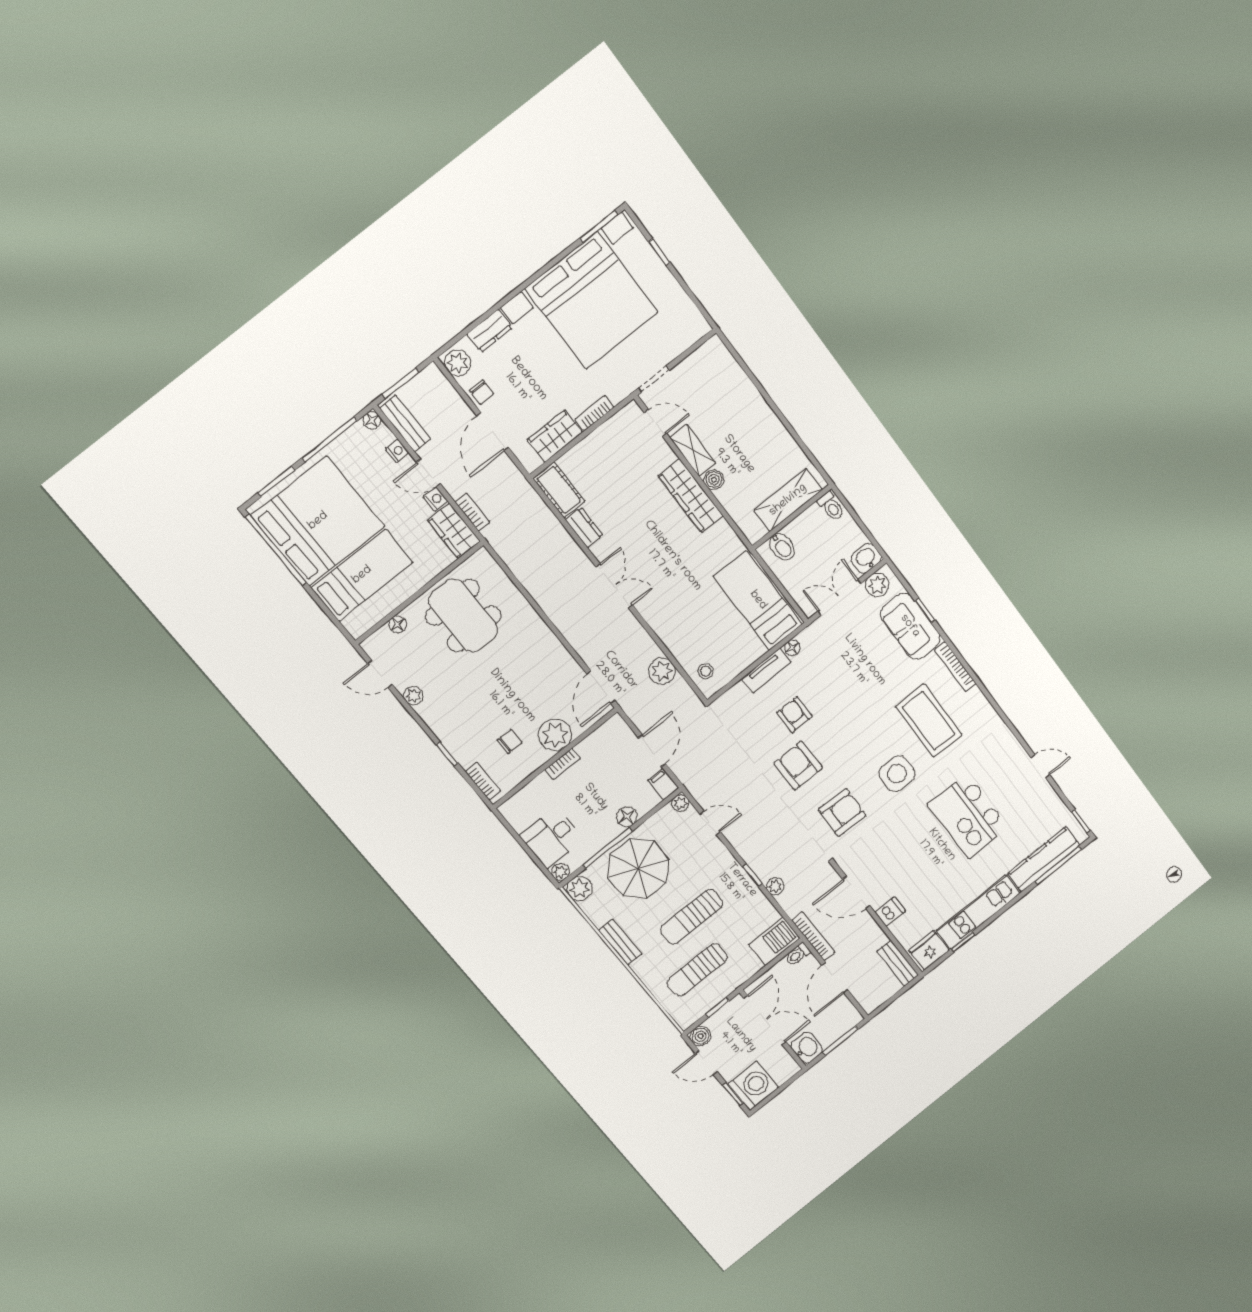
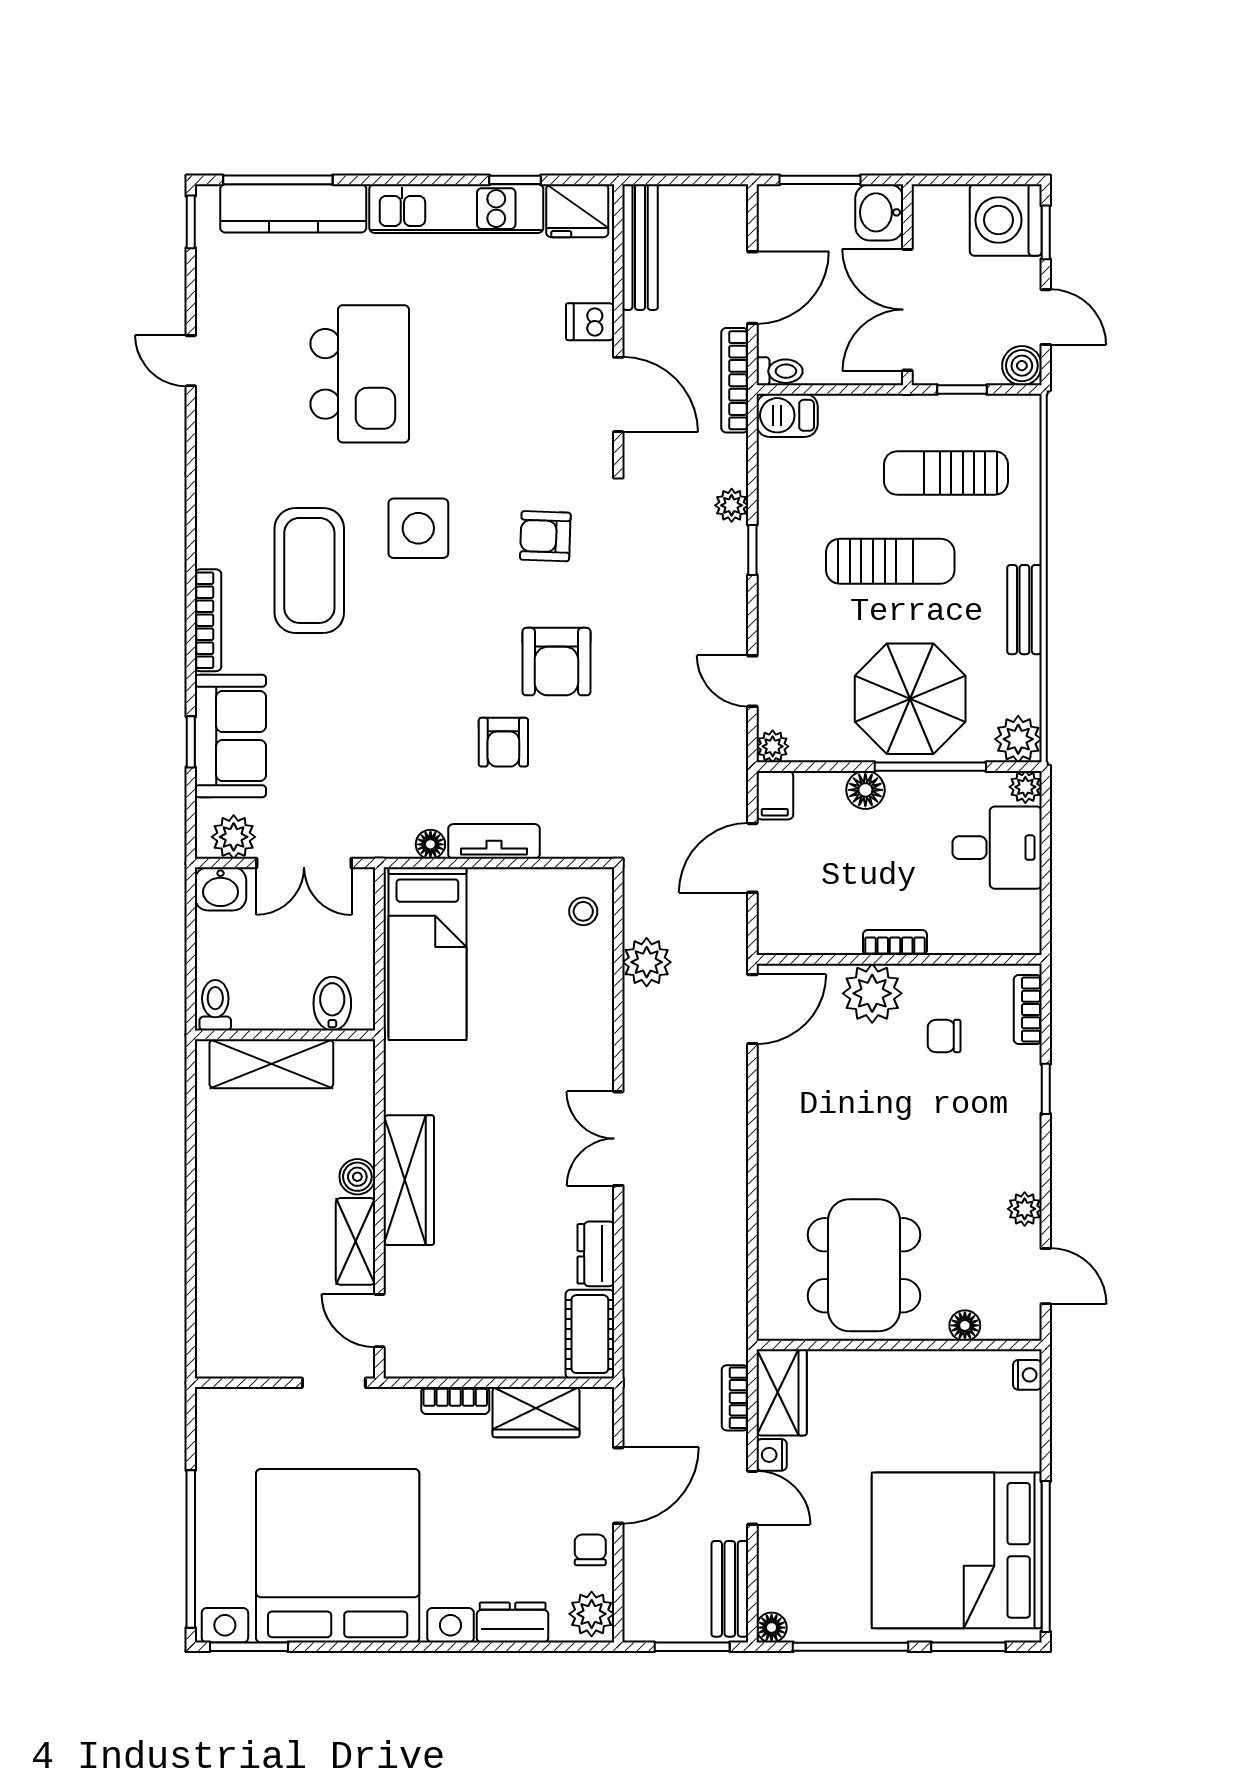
window: (659, 252) -> (191, 1549), width x3.17
nightstand: (397, 451) -> (1027, 1375), moved, turned 180
bed: (362, 575) -> (957, 1431), removed
armchair: (842, 812) -> (545, 536), width x0.72, depth x0.72
barbecue: (774, 941) -> (787, 415), width x0.73, depth x0.79
bench: (898, 963) -> (640, 247), width x1.36
sun lounger: (697, 970) -> (946, 473), turned 180

